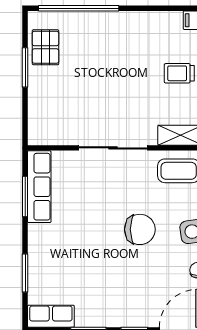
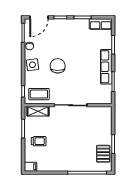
row of seats: (39, 187) -> (106, 67), moved
chair: (140, 229) -> (58, 66), turned 90

